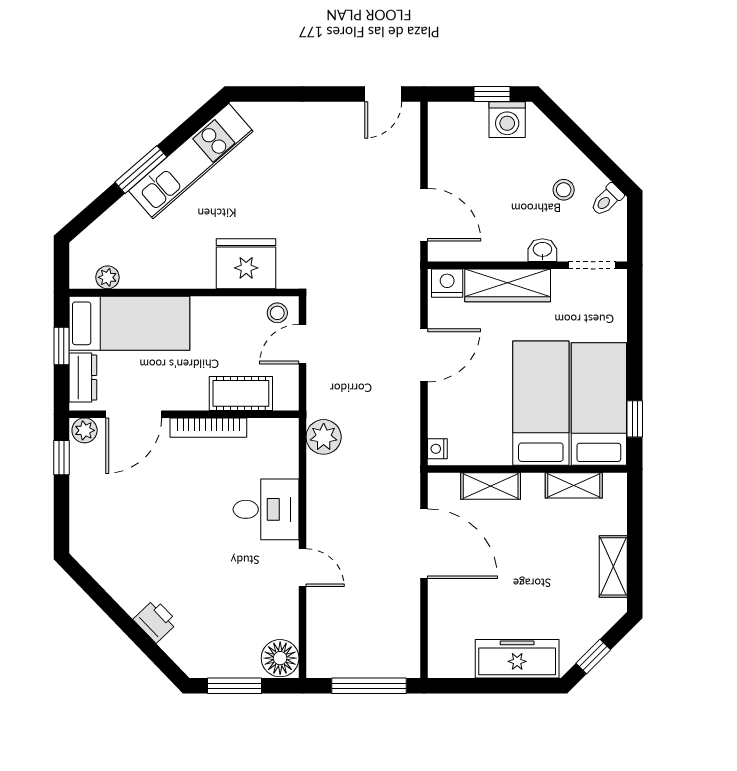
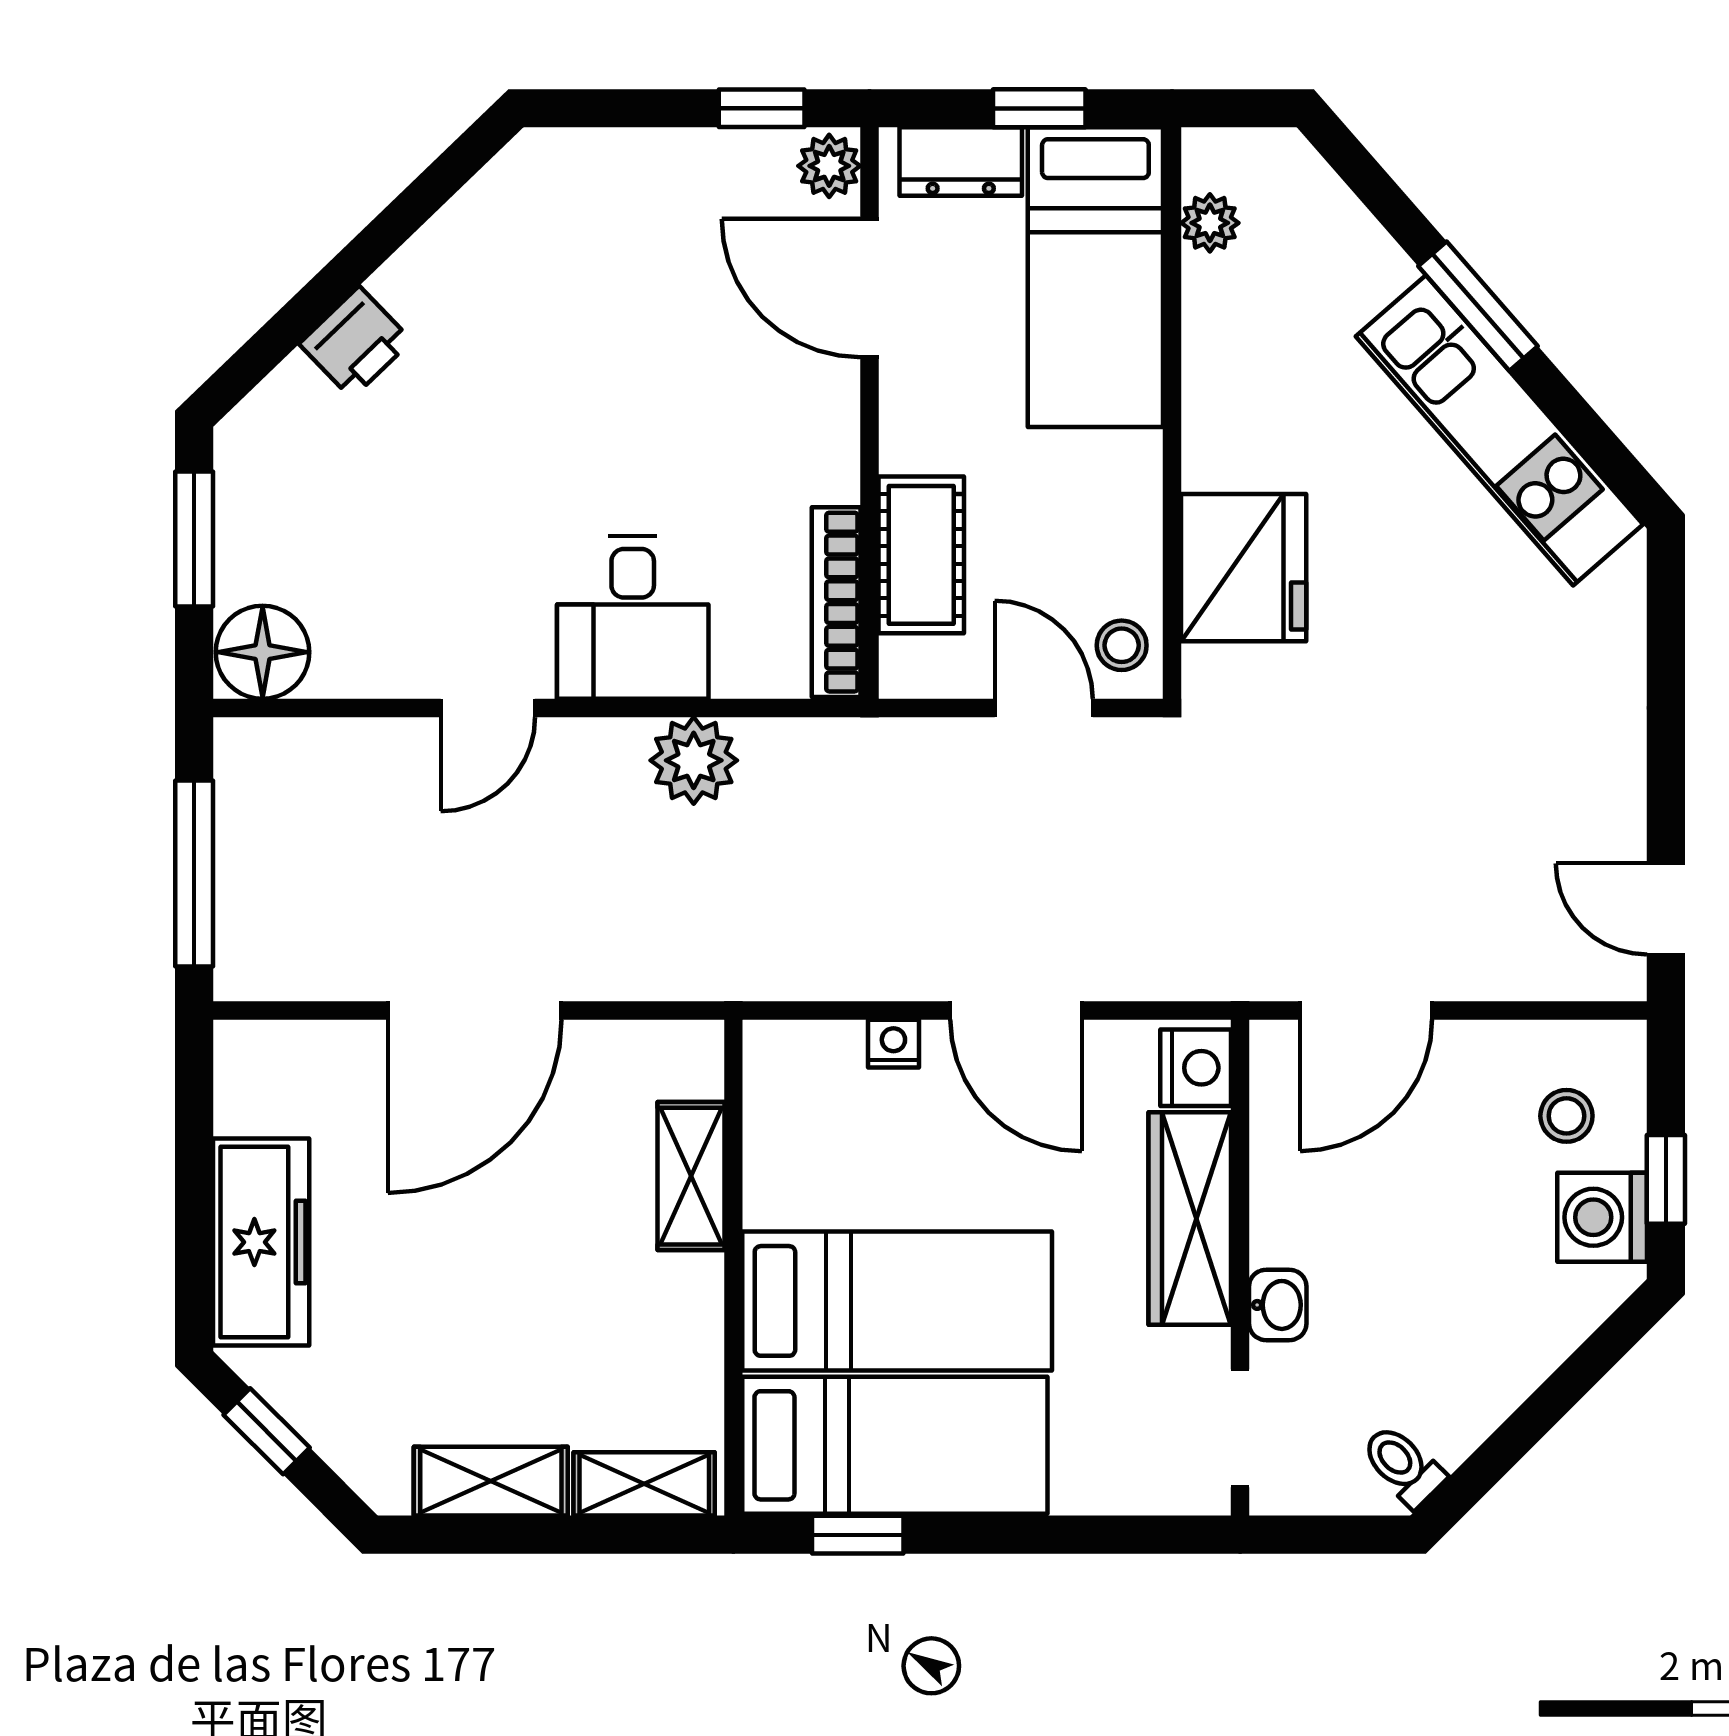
stool: (564, 190) -> (1566, 1116), moved
bookcase: (208, 428) -> (836, 602), moved
plant: (324, 437) -> (694, 760), moved
nightstand: (437, 449) -> (893, 1044), moved
shelving: (574, 485) -> (644, 1484), moved, turned 90
door: (424, 544) -> (475, 1010), moved

